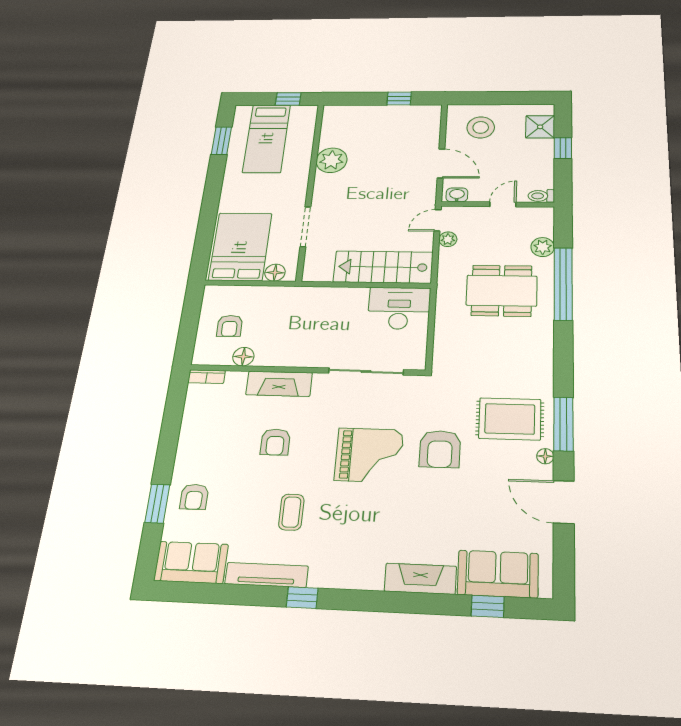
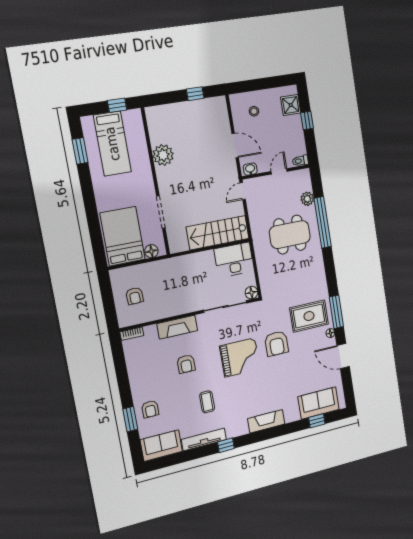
stool: (481, 127) -> (254, 111), width x0.53, depth x0.53
plant: (448, 239) -> (252, 204), removed
floor lamp: (243, 357) -> (251, 293), moved
fireplace: (420, 579) -> (266, 421), moved

